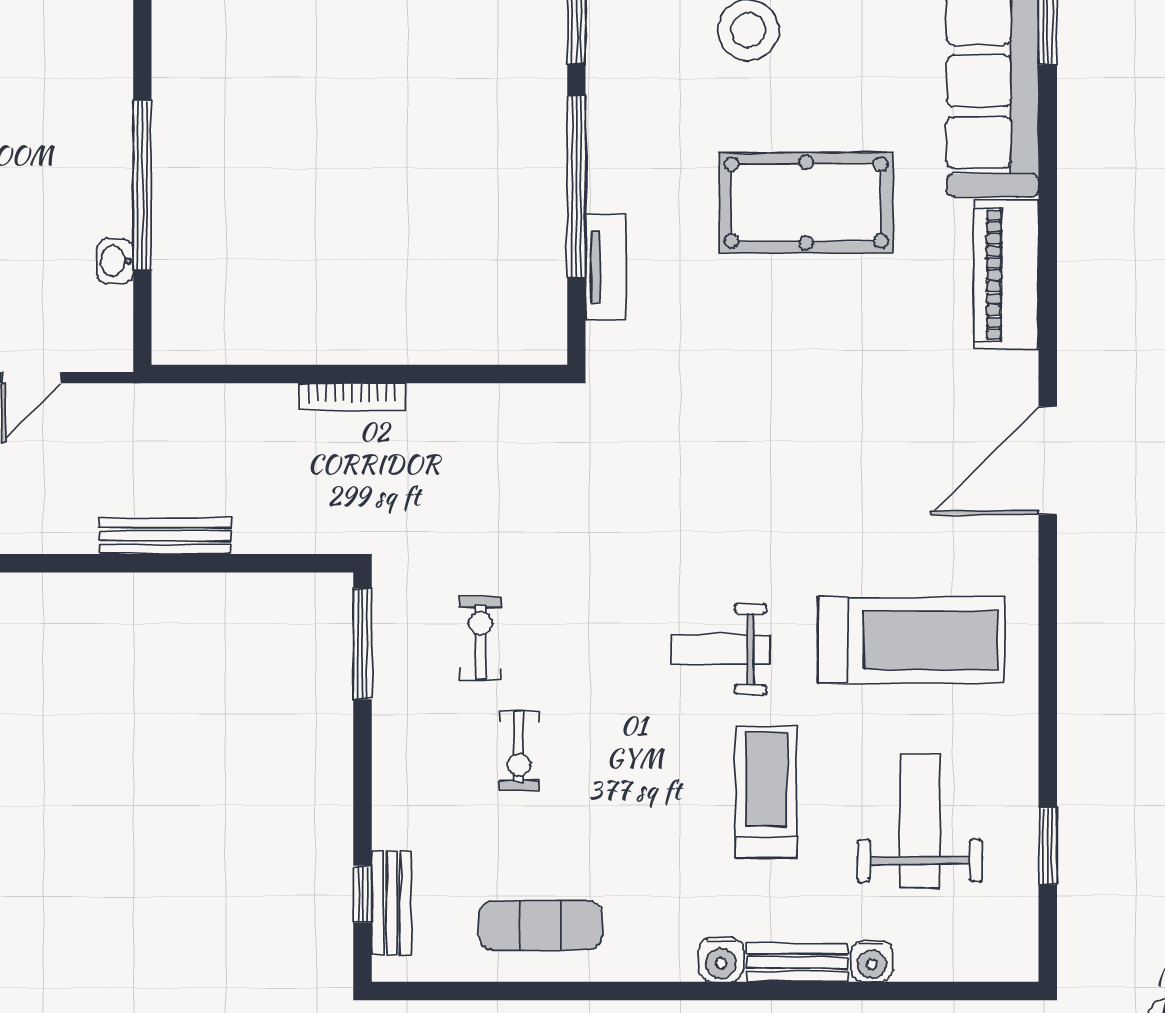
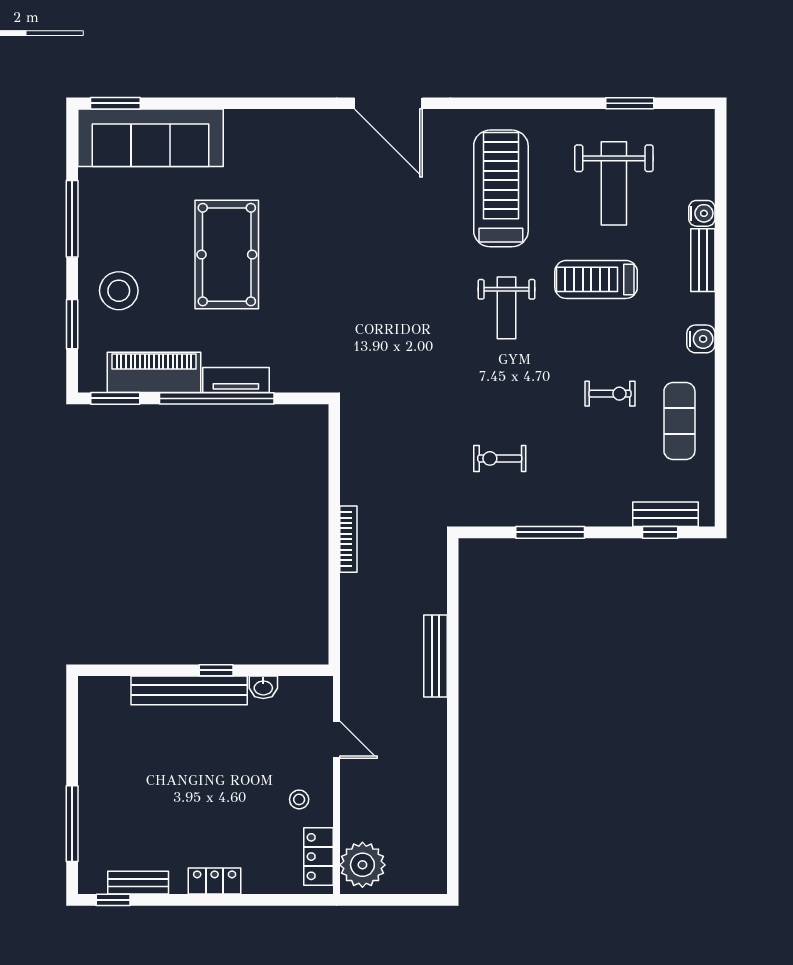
bench: (110, 142) -> (189, 690), added
window: (142, 185) -> (216, 670), width x0.32
tv unit: (606, 267) -> (236, 380), moved
piano: (1006, 275) -> (154, 372), moved, turned 180
window: (363, 644) -> (550, 532), moved
exercise bike: (519, 751) -> (610, 394), moved
weight bench: (920, 821) -> (614, 183), turned -90
water cooler: (721, 960) -> (701, 339), moved

